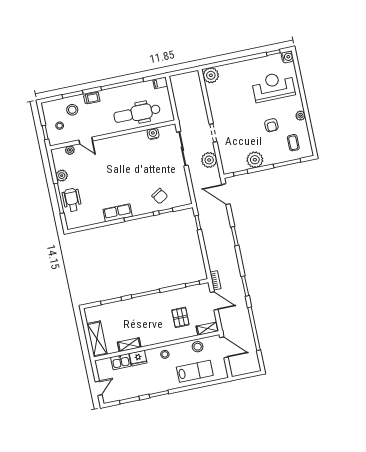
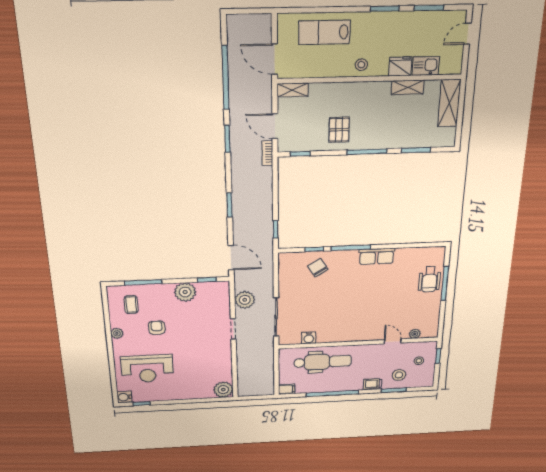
plant: (62, 176) -> (433, 308), removed
pallet: (180, 317) -> (339, 130), moved
stool: (198, 347) -> (312, 67), removed

